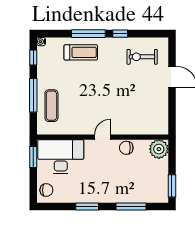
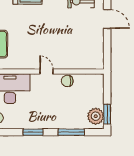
door: (103, 137) -> (46, 72), hinge flipped
plant: (159, 149) -> (96, 116), moved

